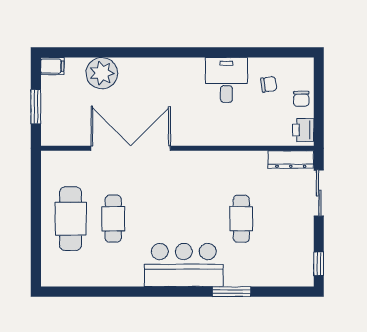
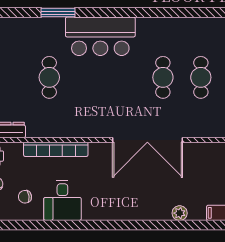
plant: (102, 73) -> (180, 213), width x0.53, depth x0.53
bookcase: (234, 138) -> (56, 149), added
cafe table: (71, 219) -> (201, 77), width x0.73, depth x0.74

